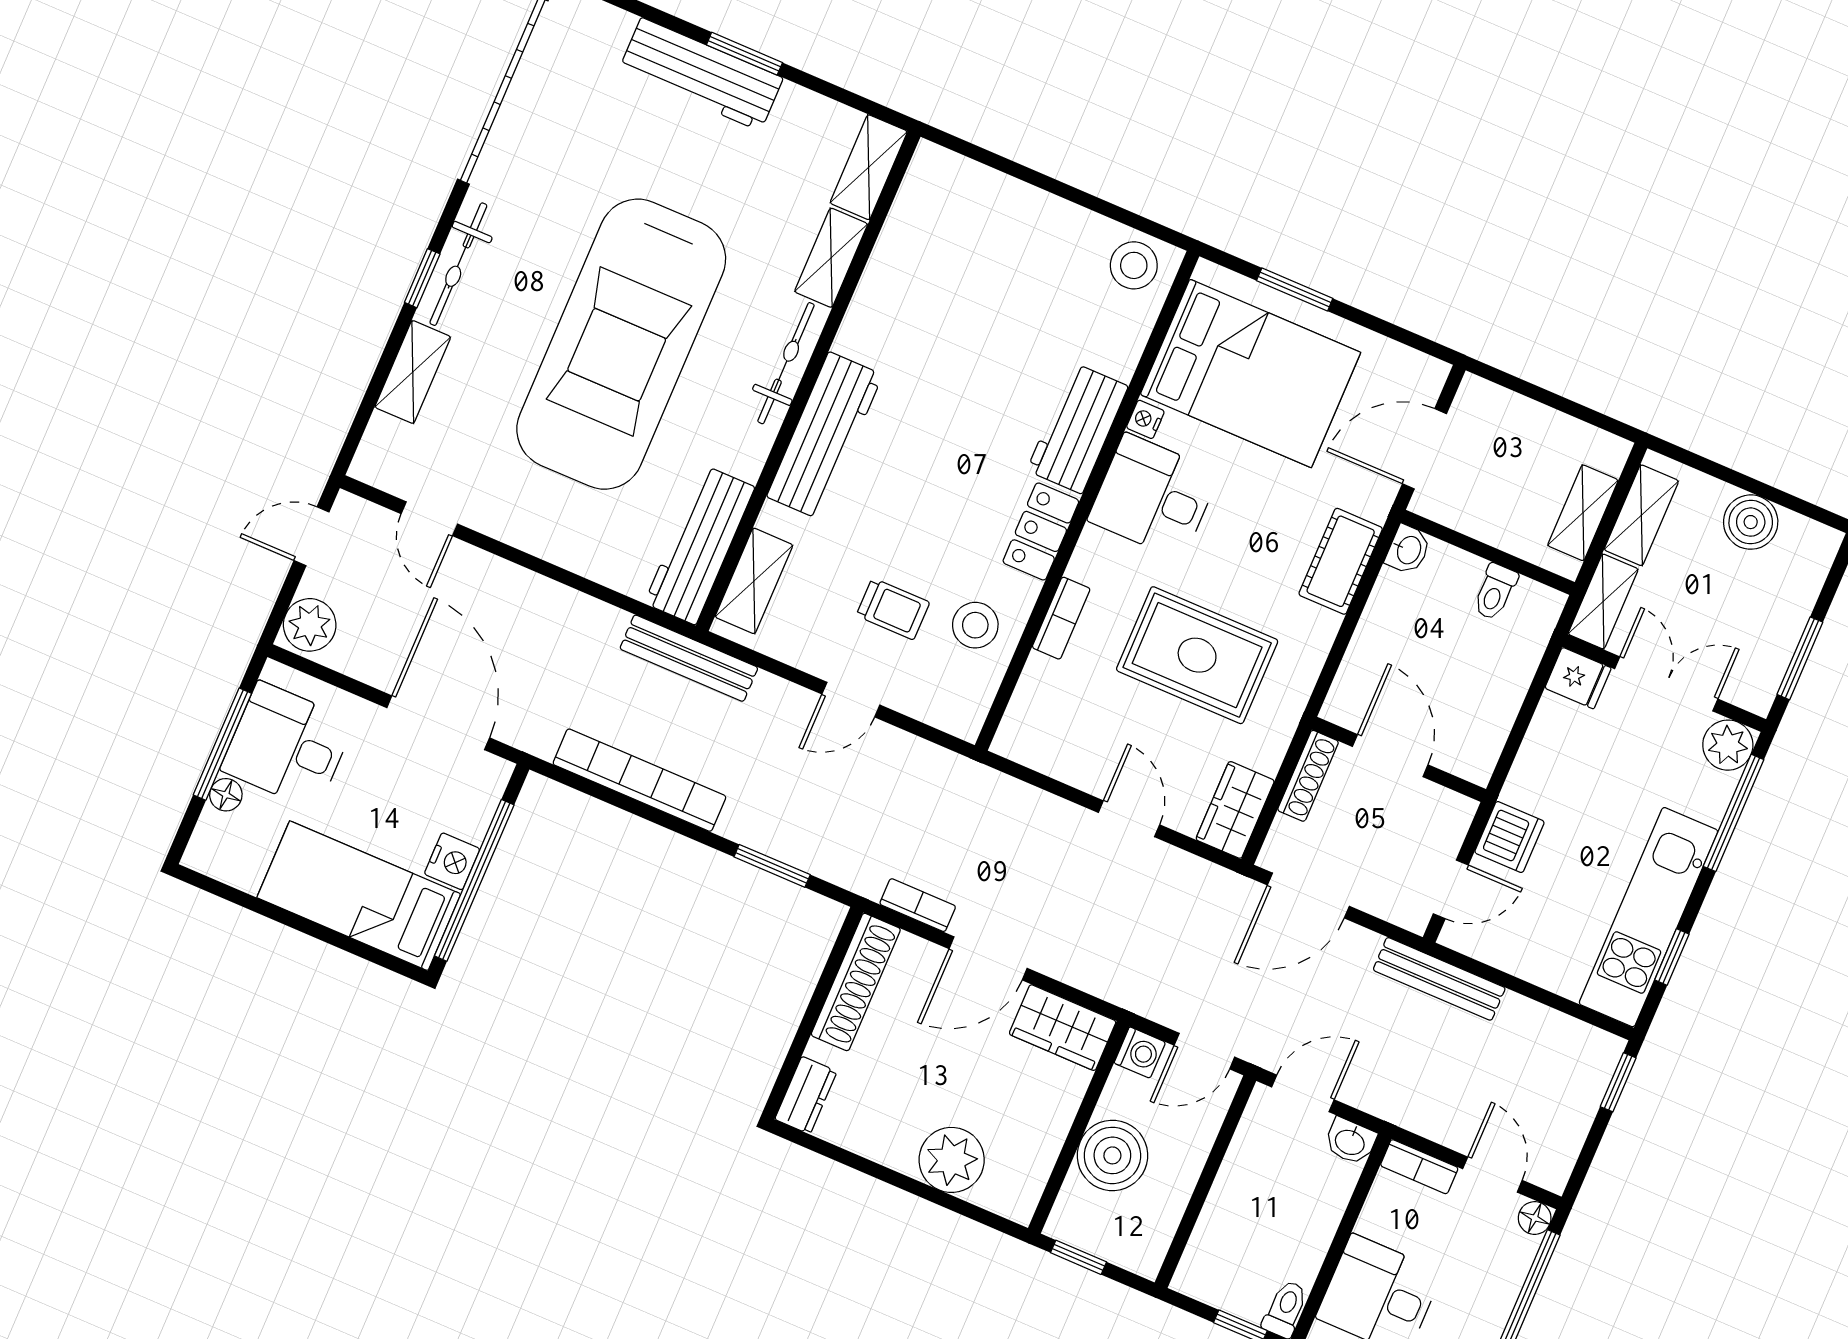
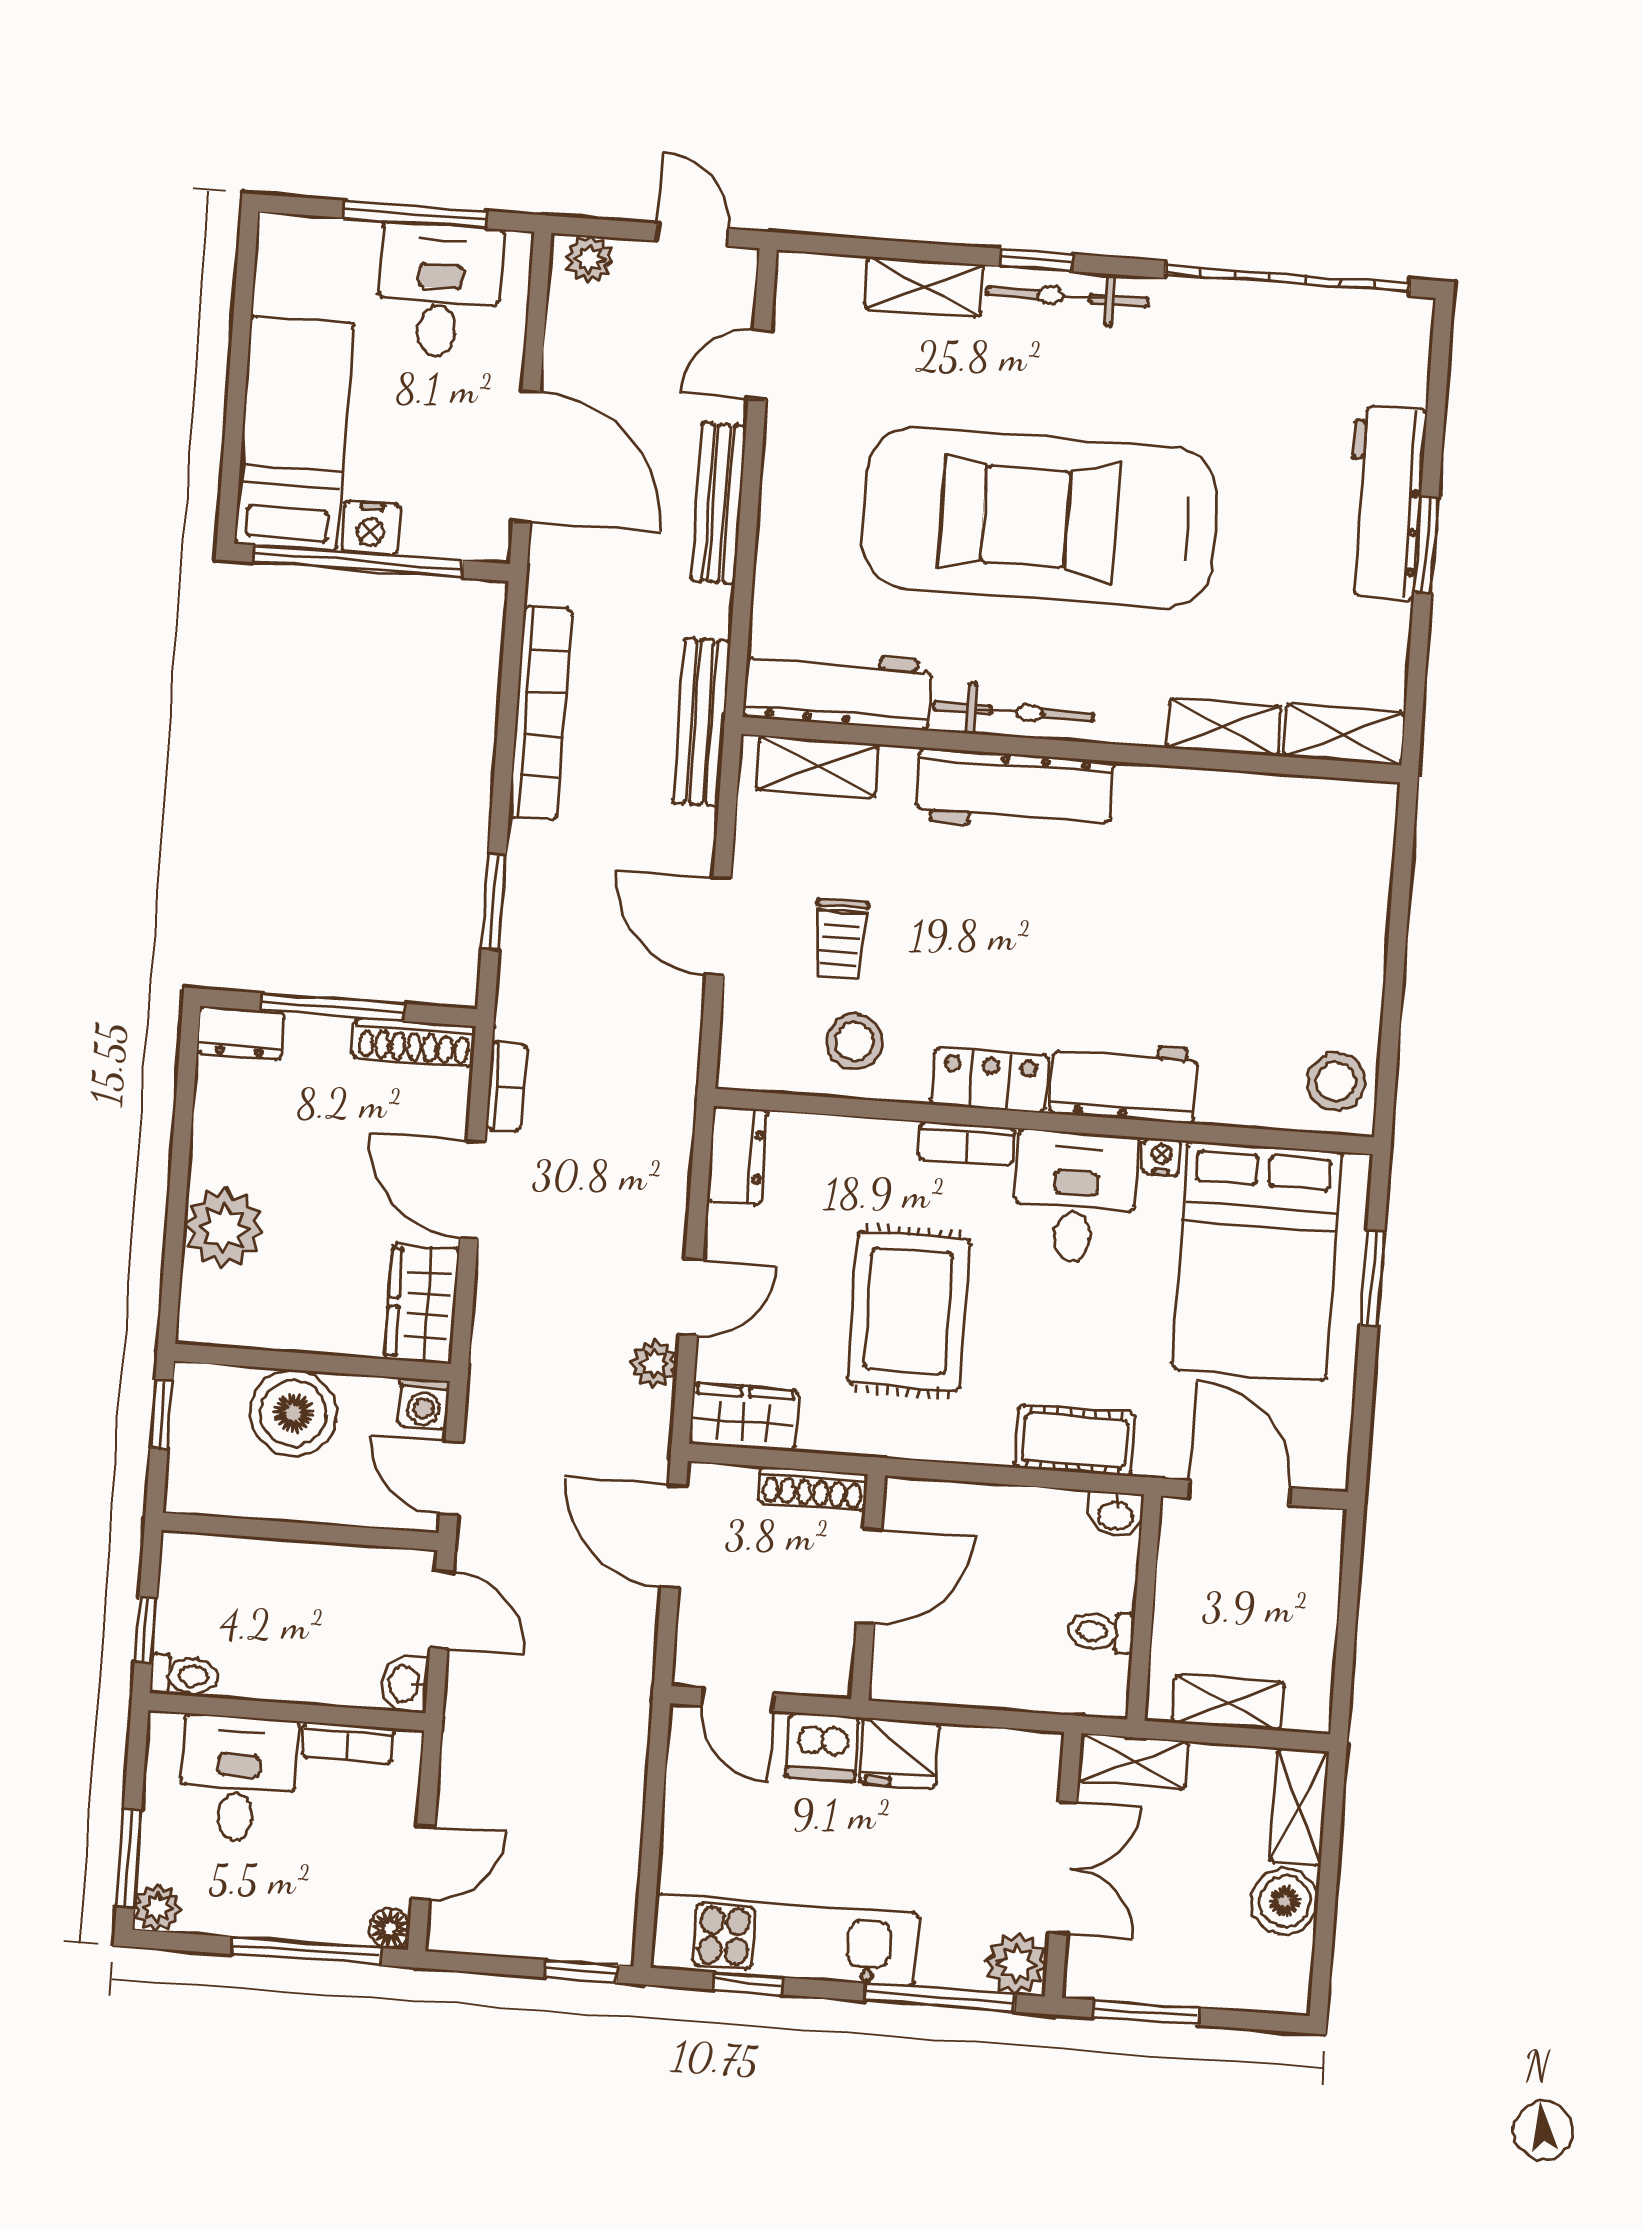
bicycle: (786, 363) -> (1013, 712), moved
shelving: (1641, 515) -> (1299, 1807), moved, turned 90
bookcase: (1061, 618) -> (967, 1144), moved
plant: (310, 625) -> (589, 259), width x0.73, depth x0.73
fridge: (1578, 678) -> (900, 1753), moved, width x1.38
door: (851, 700) -> (718, 927), width x1.37
door: (438, 723) -> (526, 456), hinge flipped
dresser: (1032, 746) -> (737, 1156), added
floor lamp: (226, 795) -> (358, 239), removed
plant: (1170, 864) -> (654, 1364), added
bench: (1439, 979) -> (719, 503), moved
shoe rack: (856, 982) -> (414, 1042), width x0.74, depth x0.81
window: (811, 1017) -> (333, 1007), added
bookcase: (1419, 1167) -> (348, 1743), moved, turned -90

